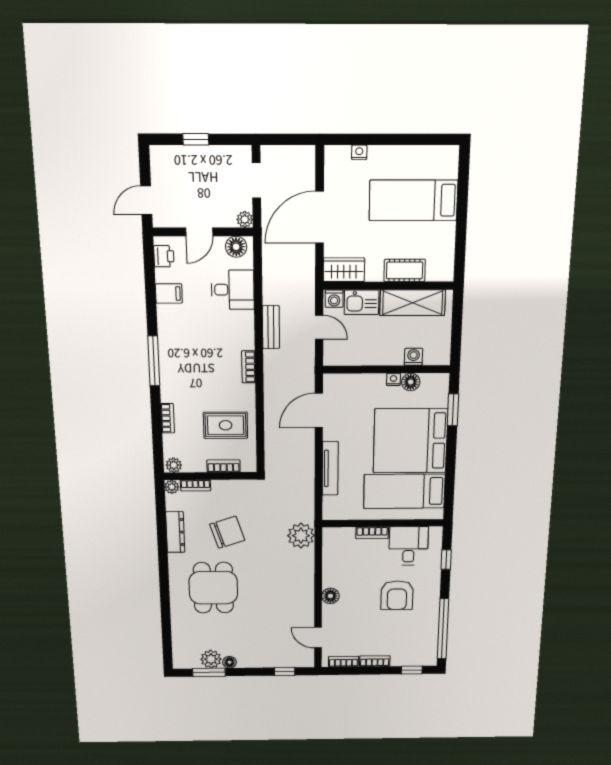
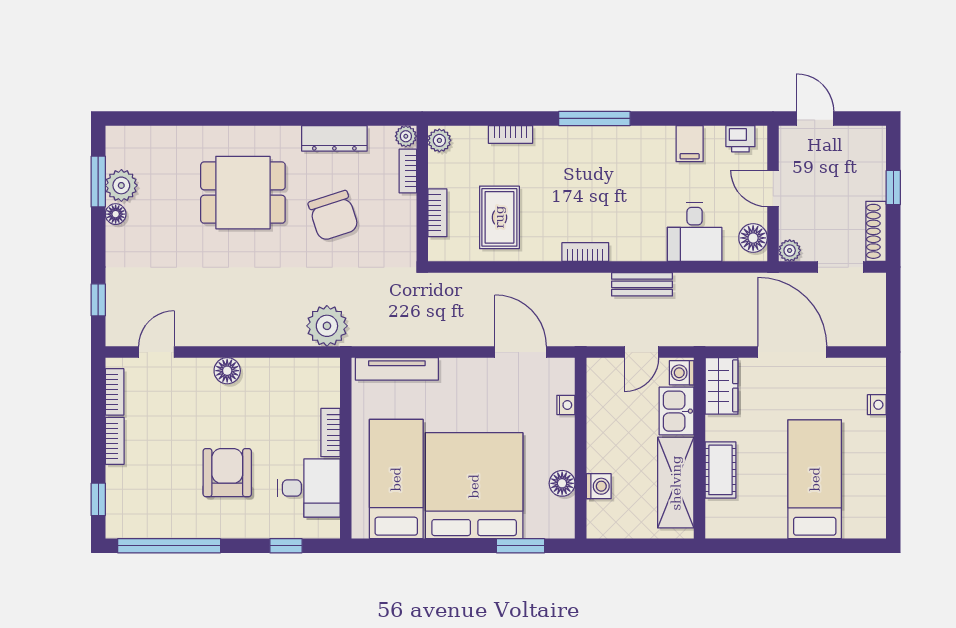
shoe rack: (229, 153) -> (876, 231), added
nightstand: (393, 379) -> (566, 405), moved
tv unit: (330, 468) -> (397, 369), moved
armchair: (397, 595) -> (227, 473), turned 90

